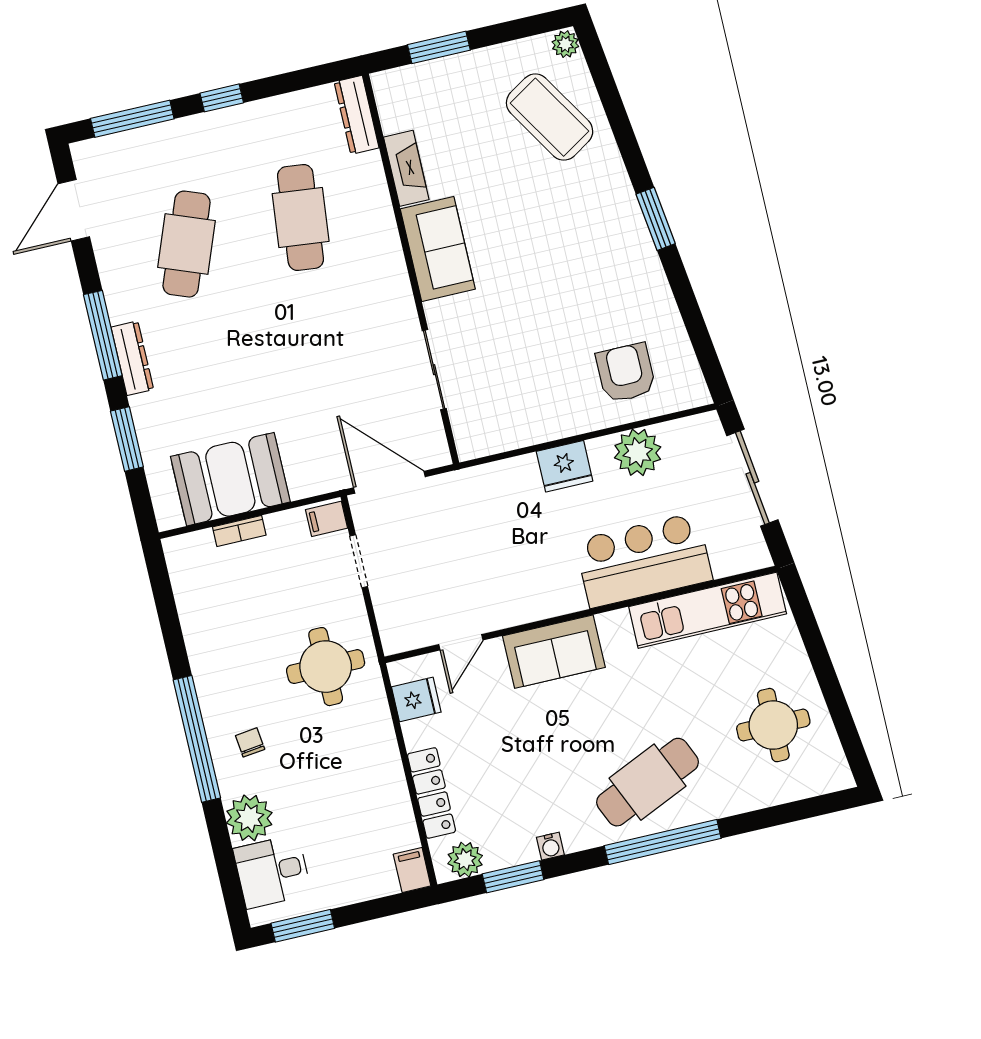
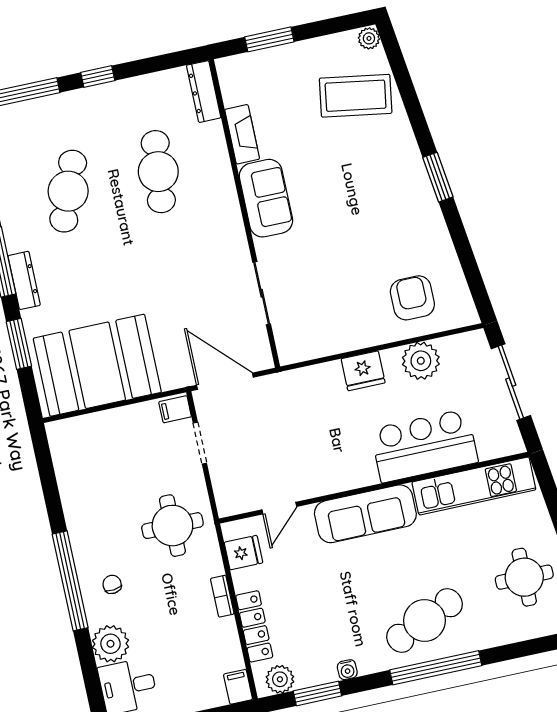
coffee table: (550, 117) -> (356, 96), turned -49
booth: (230, 479) -> (97, 365), width x1.36, depth x1.42
bookcase: (239, 531) -> (222, 596), moved, turned 90
sofa: (554, 652) -> (365, 514), width x1.36

